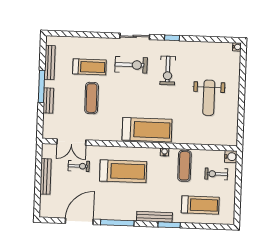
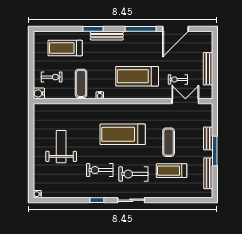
exercise bike: (168, 71) -> (100, 170), turned -90
treadmill: (147, 130) -> (123, 134), moved

